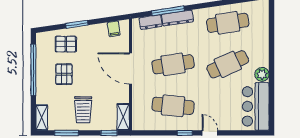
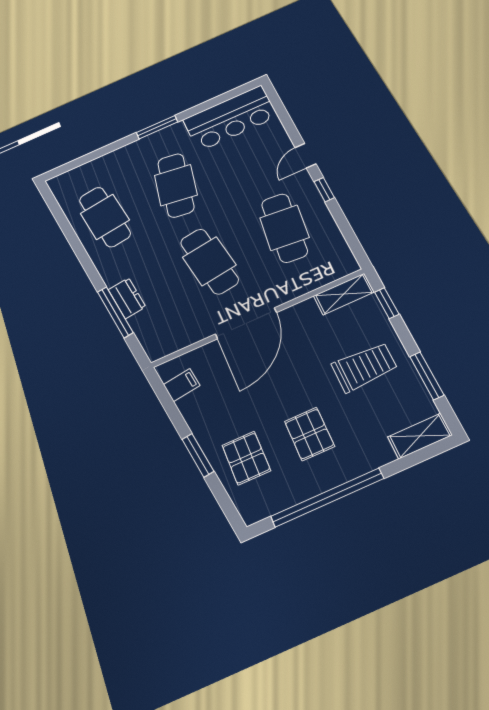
dresser: (177, 18) -> (127, 298), width x0.70
dresser: (151, 22) -> (146, 330), removed
cafe table: (228, 64) -> (176, 185), turned 33
window: (272, 68) -> (157, 127), added
pallet: (64, 74) -> (309, 434), turned 90
plant: (262, 74) -> (173, 134), removed

